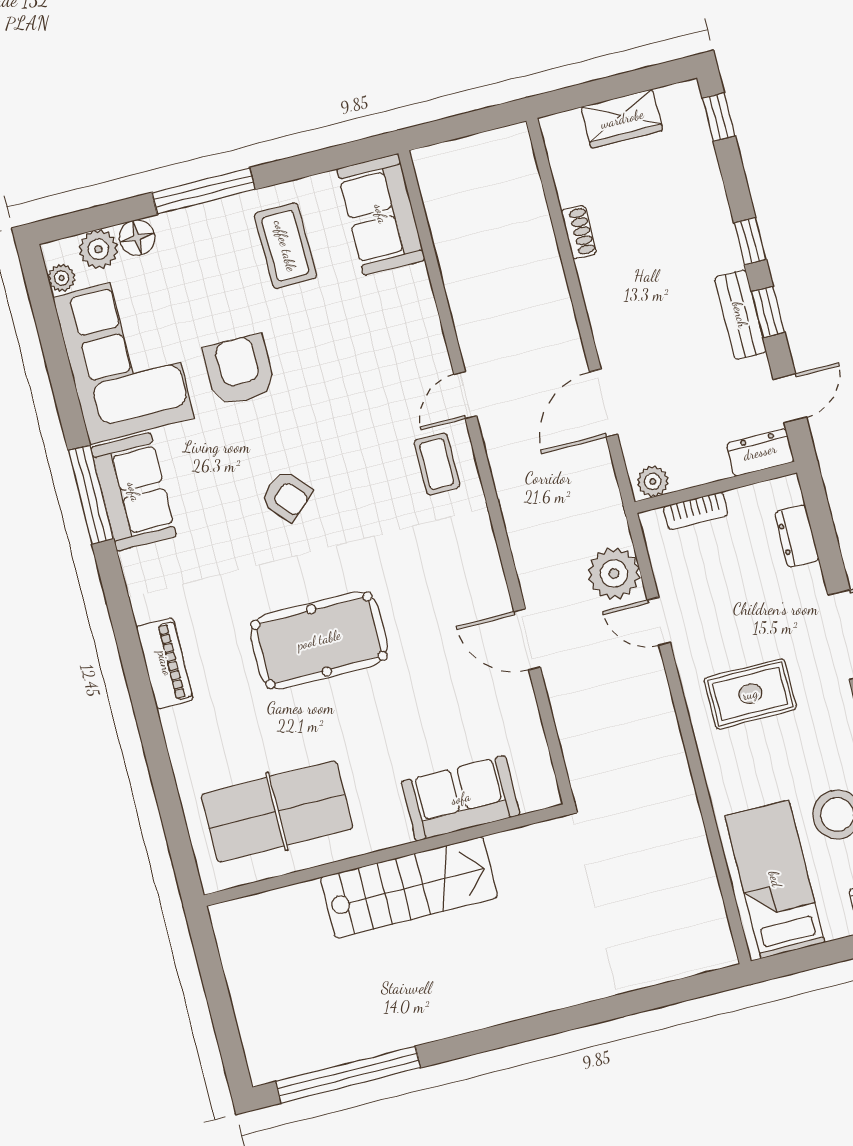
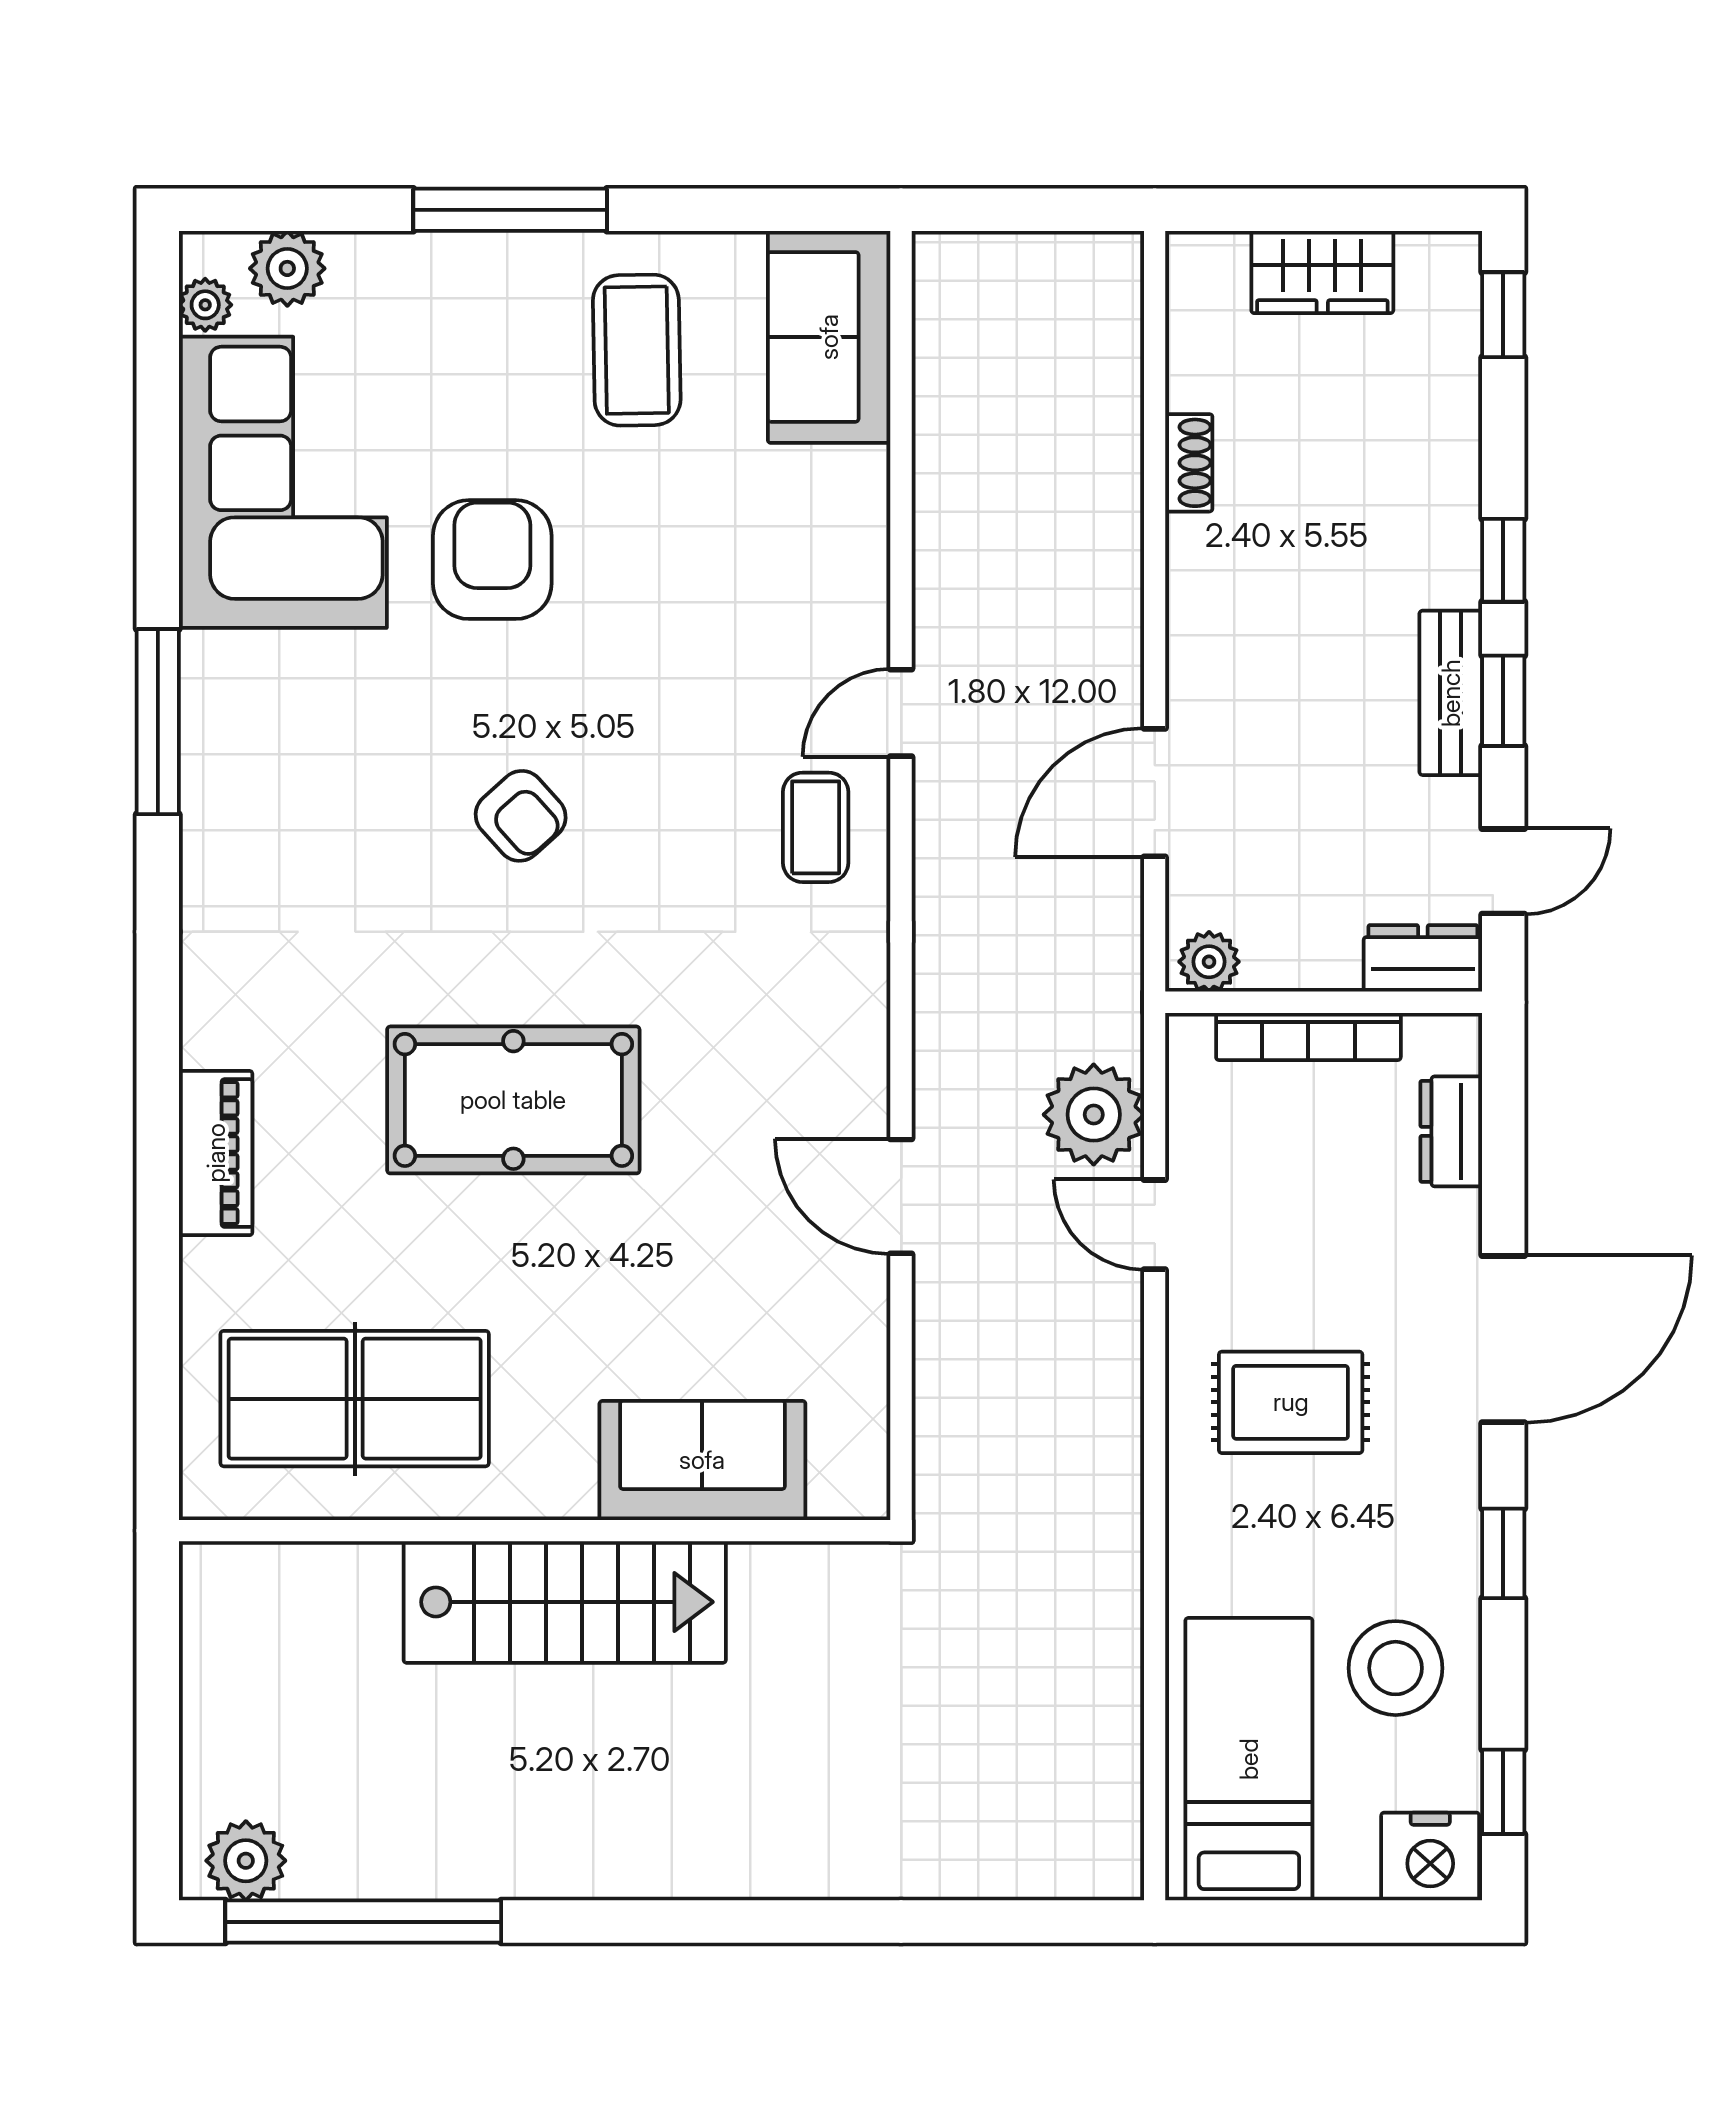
floor lamp: (137, 238) -> (365, 265), removed
sofa: (134, 492) -> (239, 737), removed
bookcase: (696, 511) -> (1308, 1036), width x1.56
piano: (165, 663) -> (216, 1153), moved
plant: (281, 1059) -> (246, 1861), added

